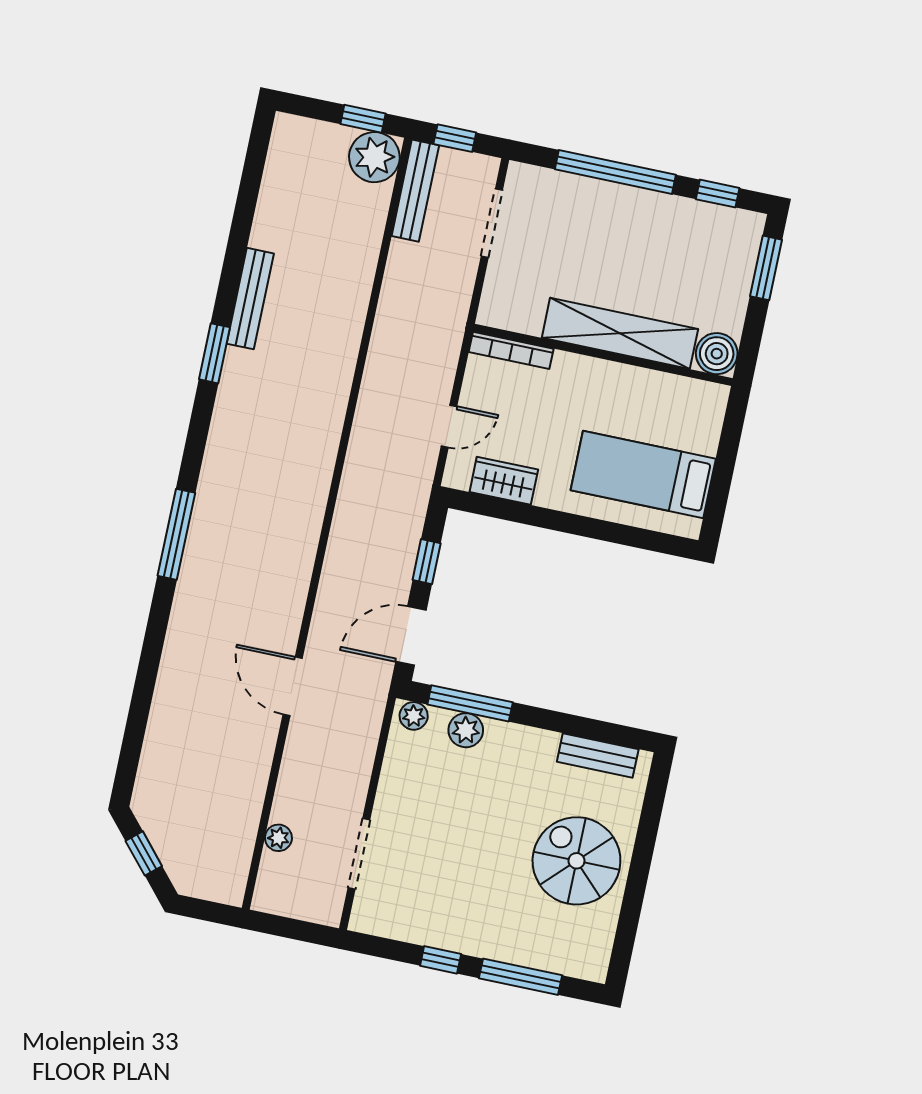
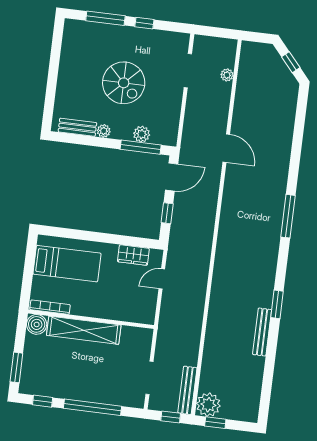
bookcase: (511, 350) -> (50, 307), moved
plant: (414, 716) -> (104, 131), moved
spiral stairs: (576, 861) -> (124, 83), moved

